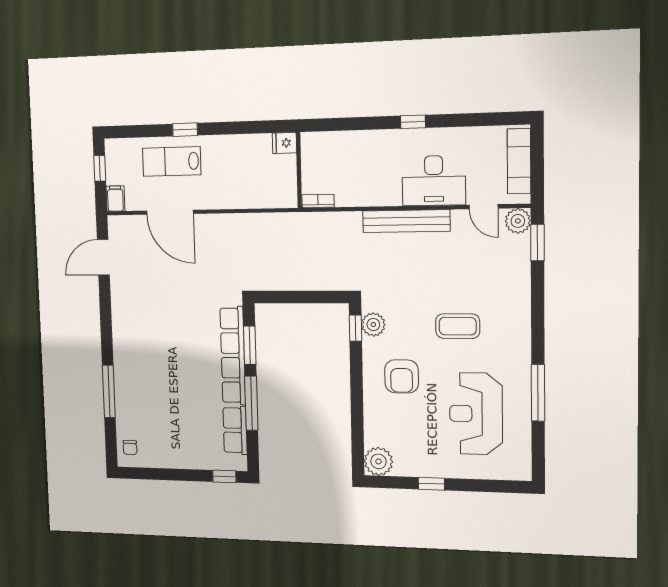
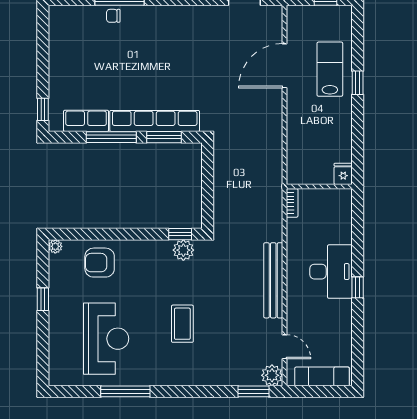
desk: (434, 181) -> (331, 272), moved, turned 180
filing cabinet: (115, 199) -> (298, 14), removed
door: (484, 207) -> (284, 347), swing flipped
armchair: (402, 376) -> (100, 263), moved
reception desk: (476, 414) -> (106, 339), turned 90
chair: (130, 448) -> (113, 16), moved
plant: (378, 461) -> (55, 246), width x0.53, depth x0.53

